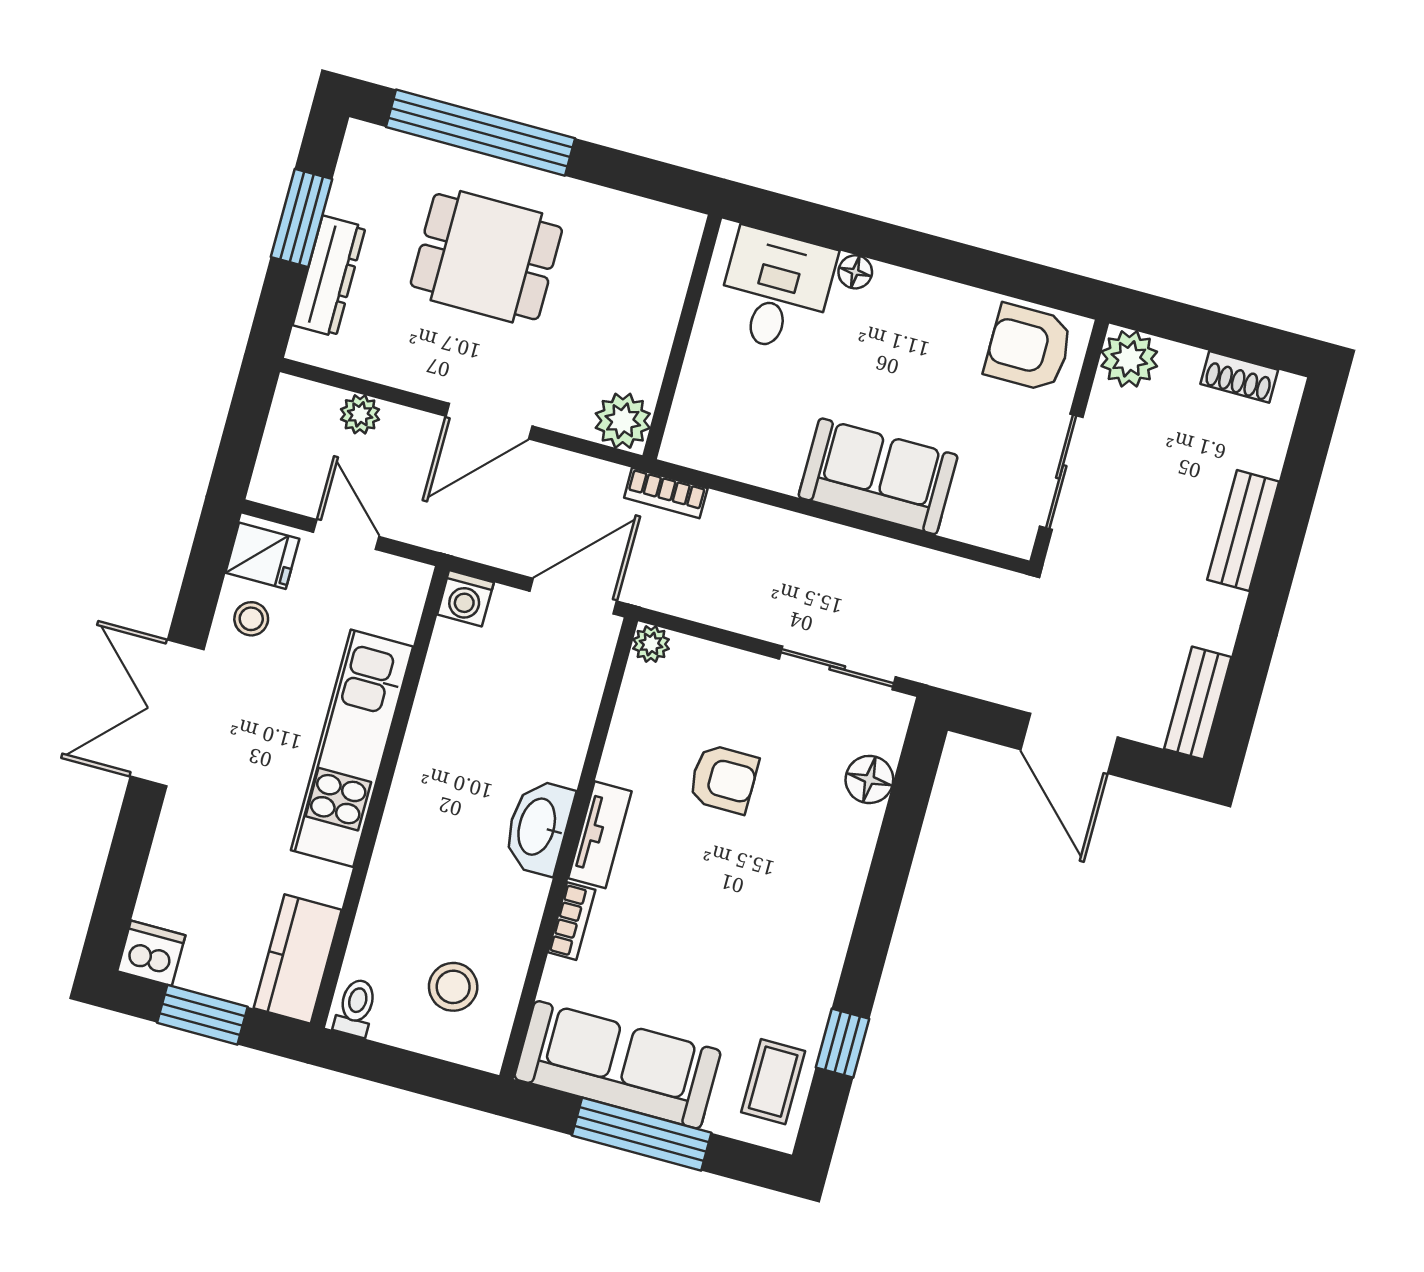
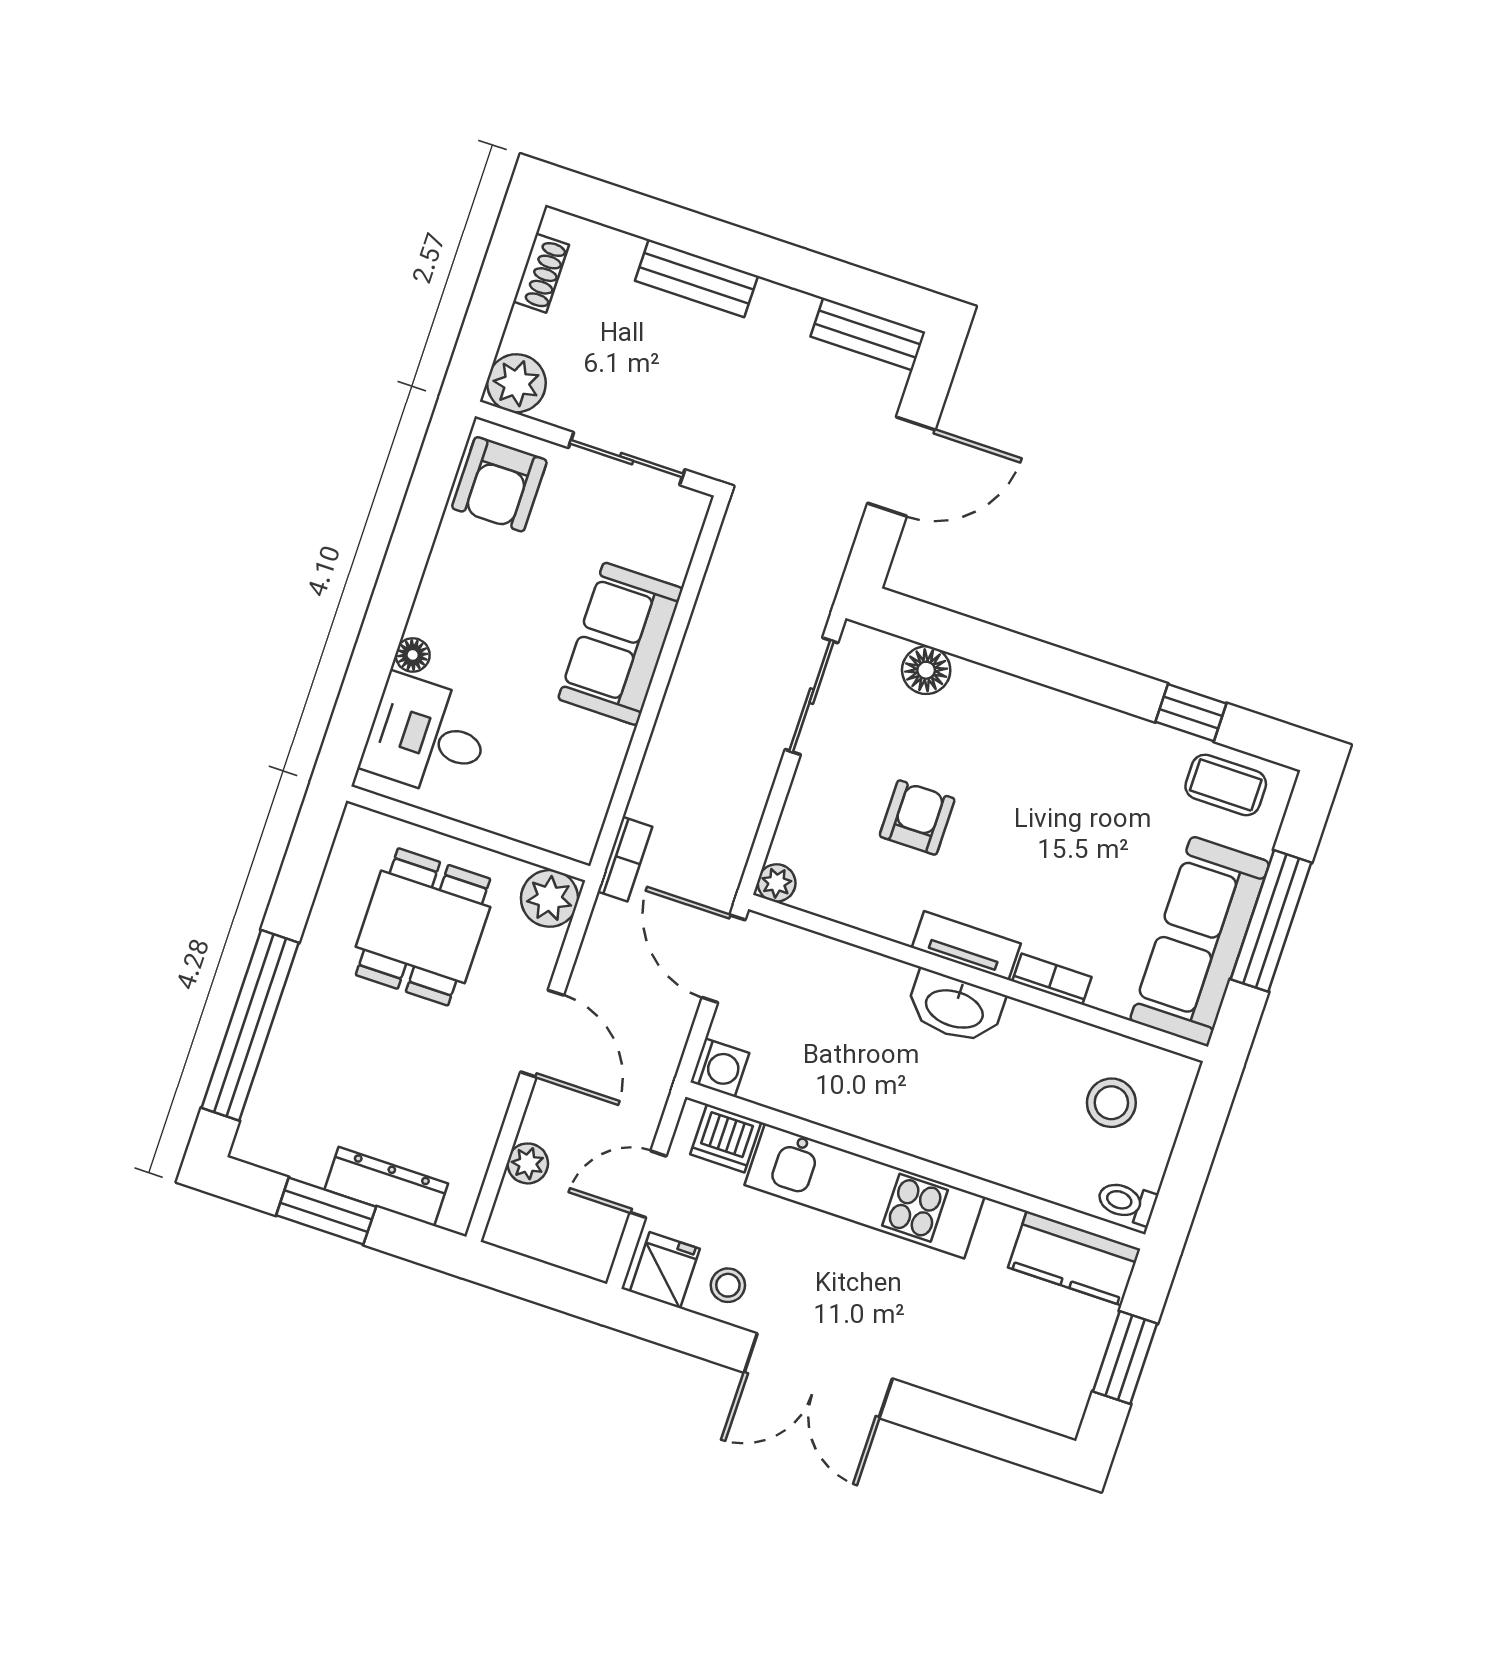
dining table: (486, 257) -> (423, 927), moved
dishwasher: (151, 953) -> (726, 1138), moved, turned -90

